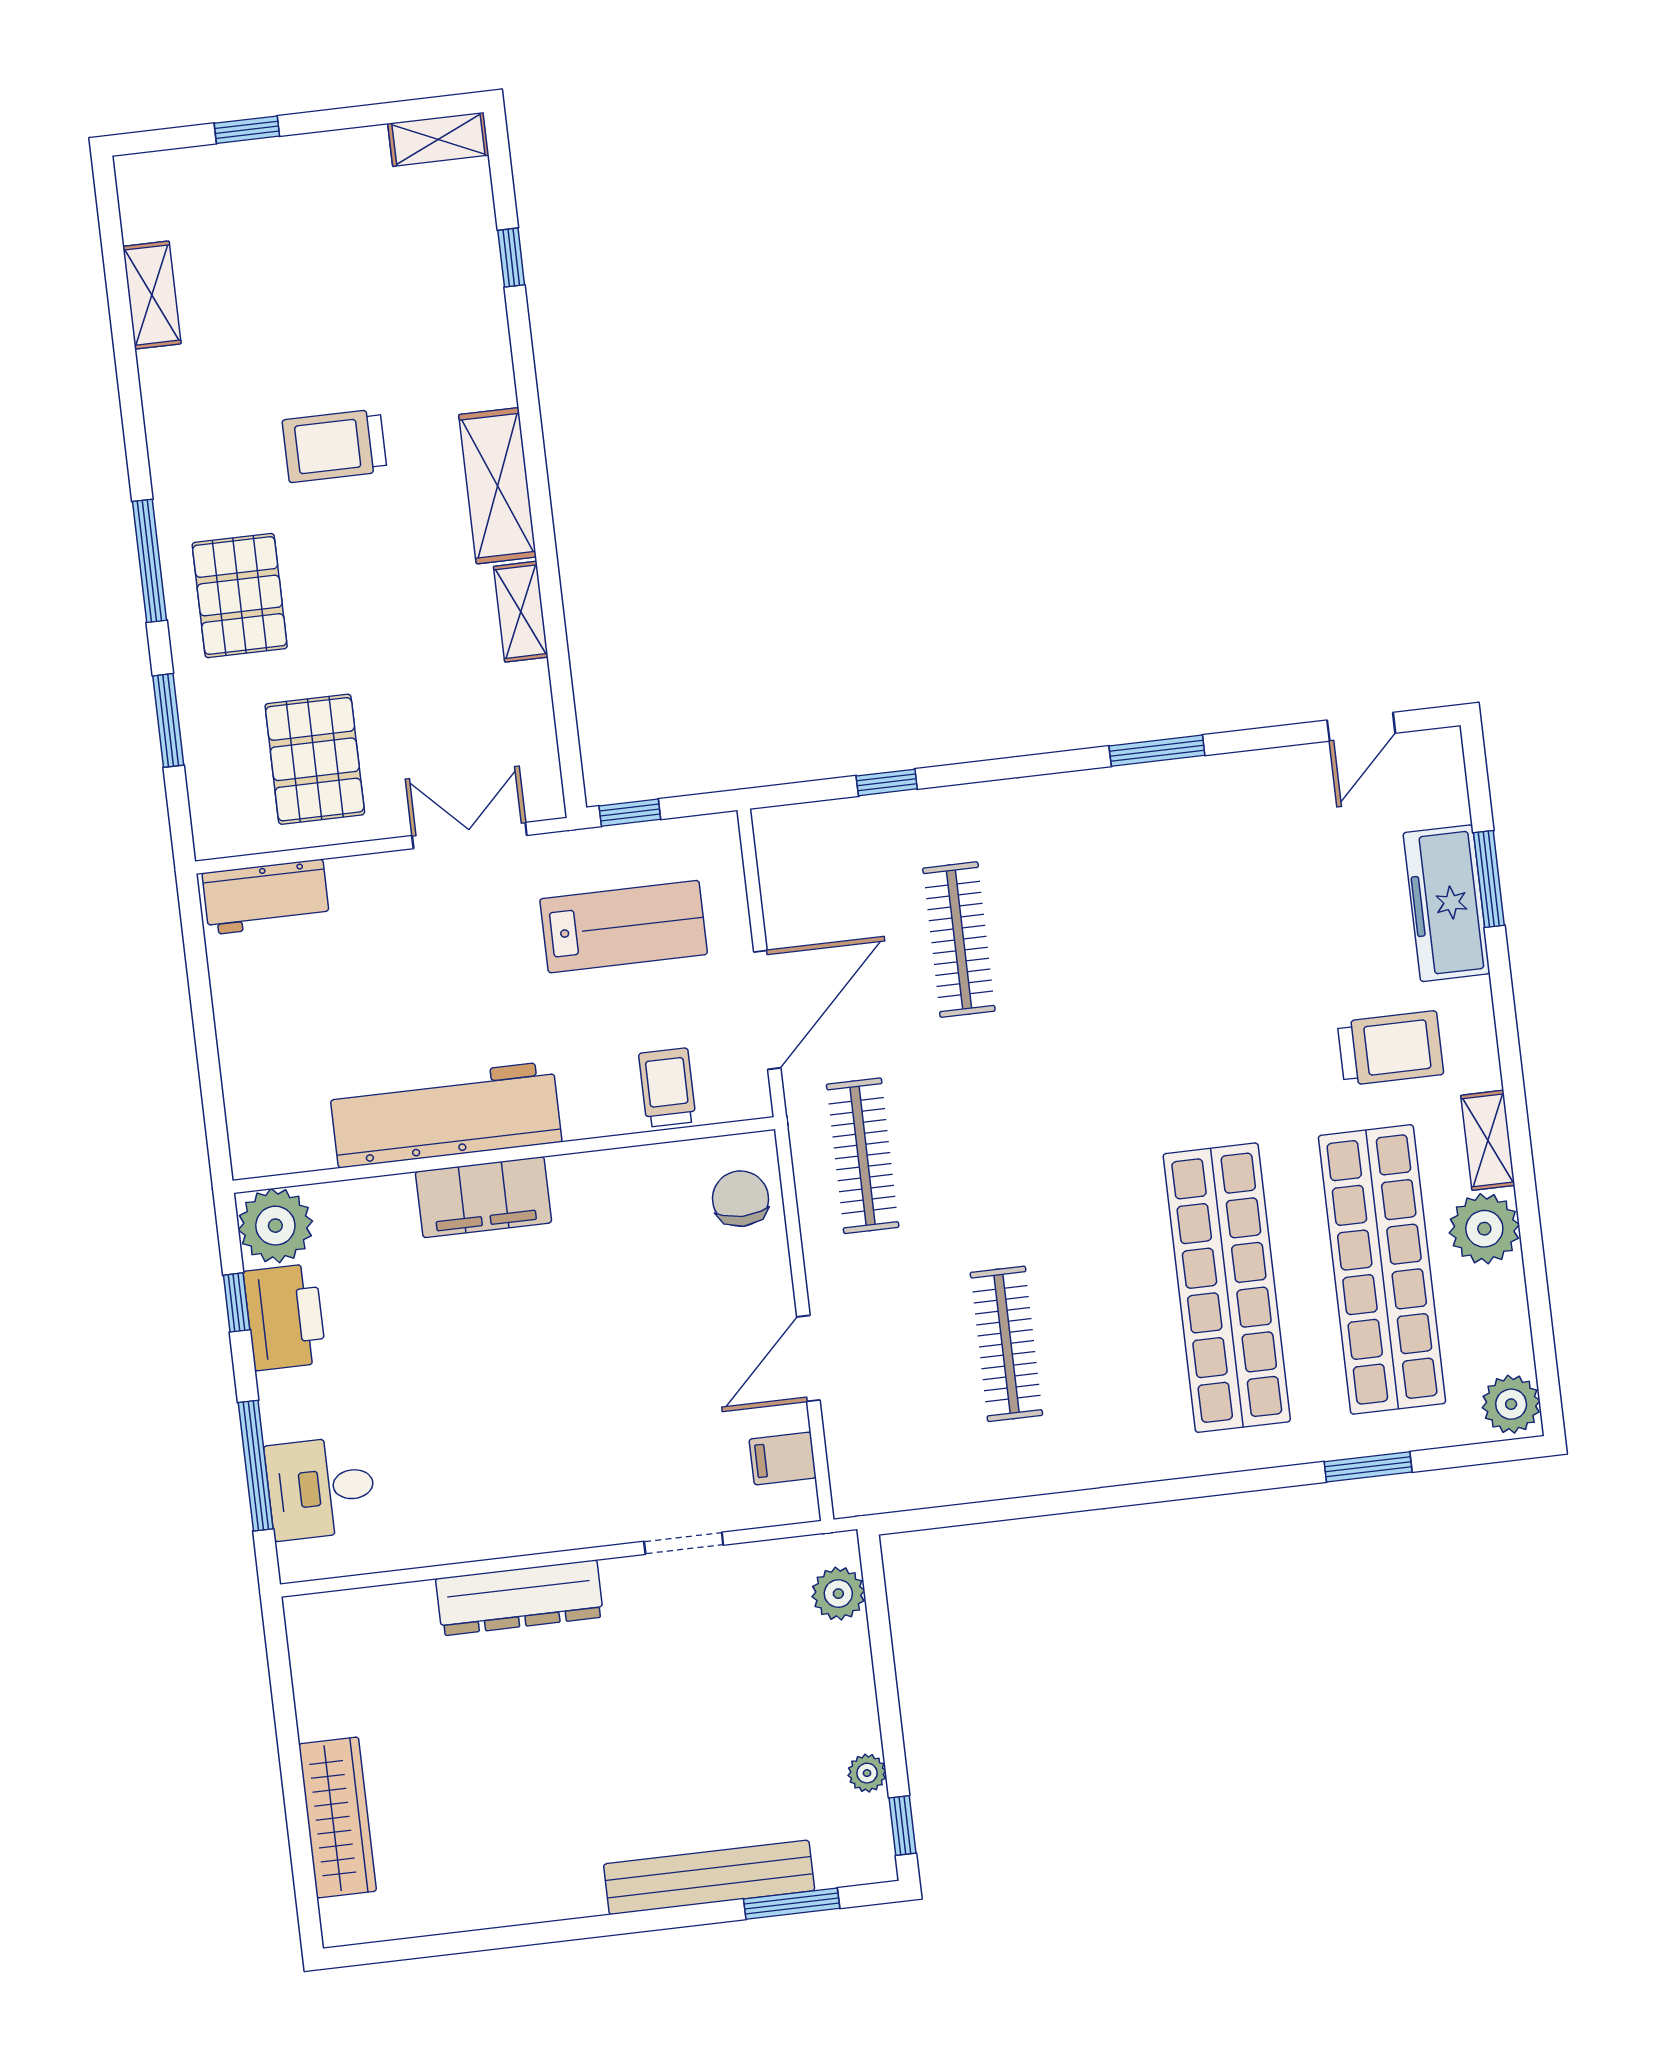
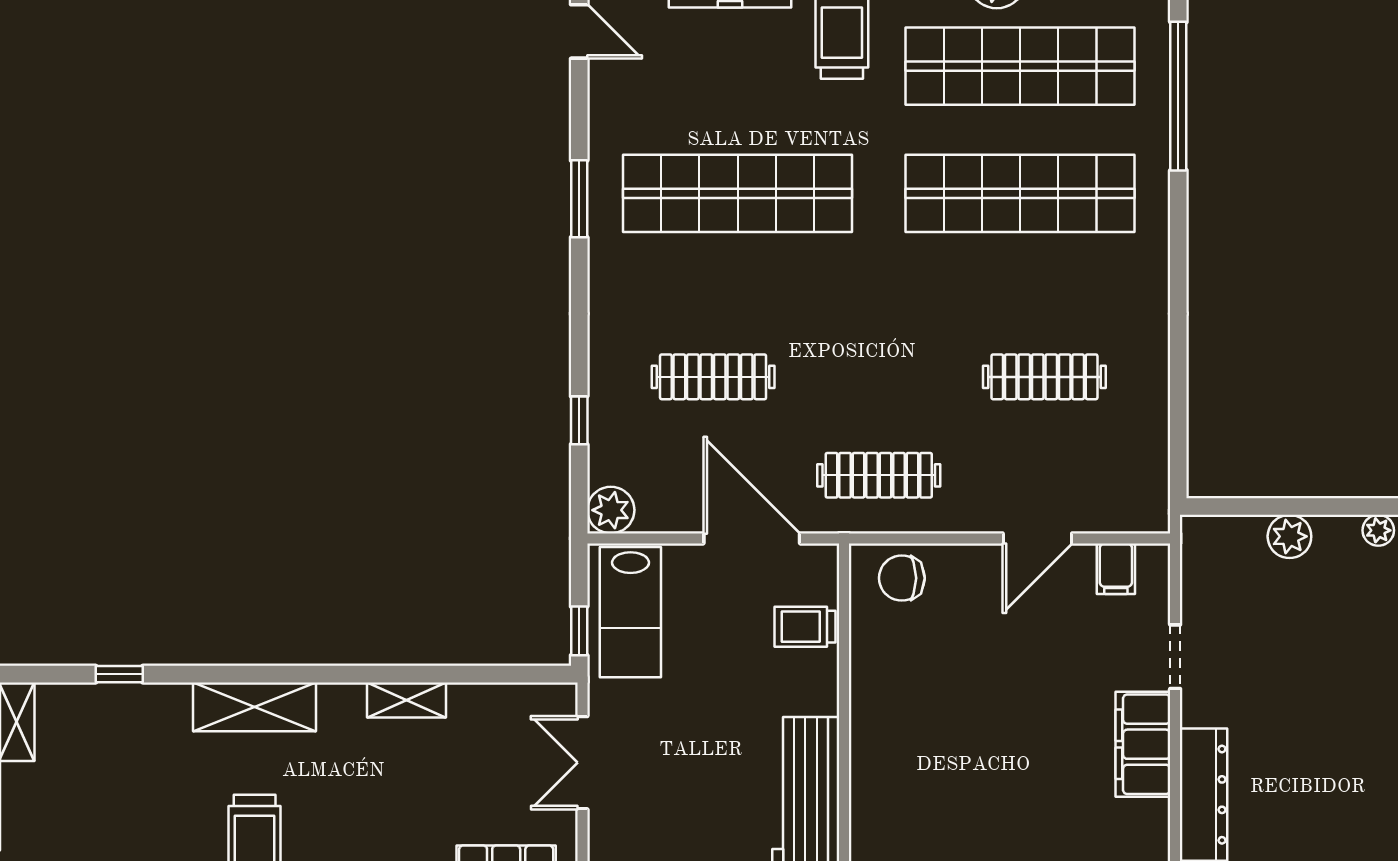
shelving: (497, 486) -> (255, 707), moved
plant: (782, 834) -> (611, 510), added
lab bench: (624, 927) -> (630, 612), moved, turned 180
shop shelf: (1186, 943) -> (738, 193), added
filing cabinet: (483, 1197) -> (1143, 744), moved, turned 180
door: (808, 1358) -> (1037, 538), hinge flipped
window: (1368, 1467) -> (1178, 96), width x2.11
plant: (838, 1594) -> (1289, 536), moved

